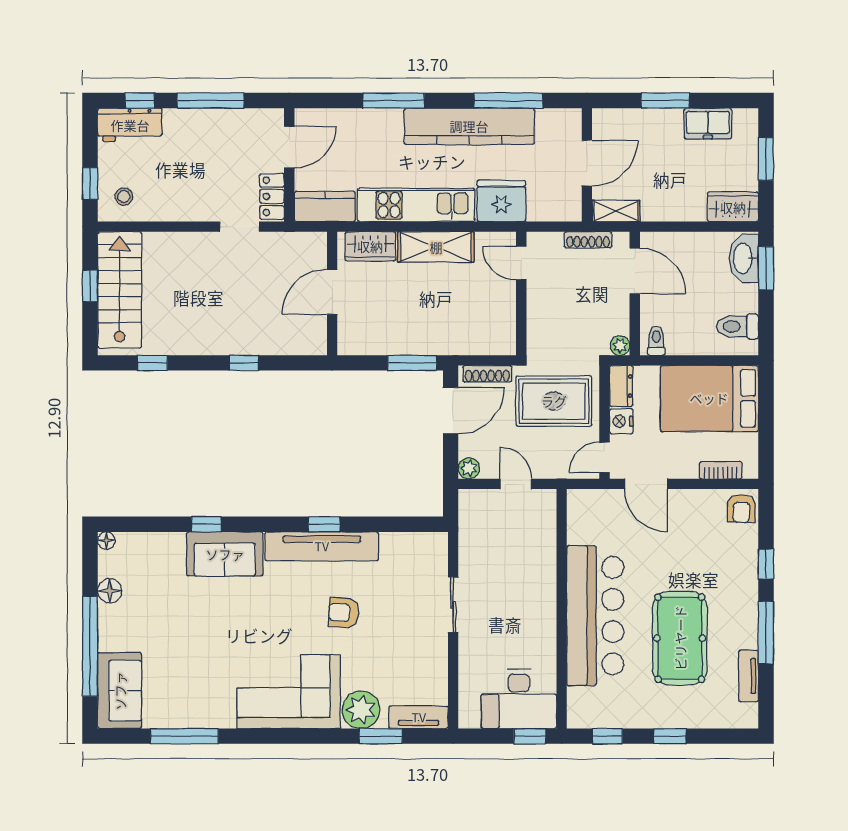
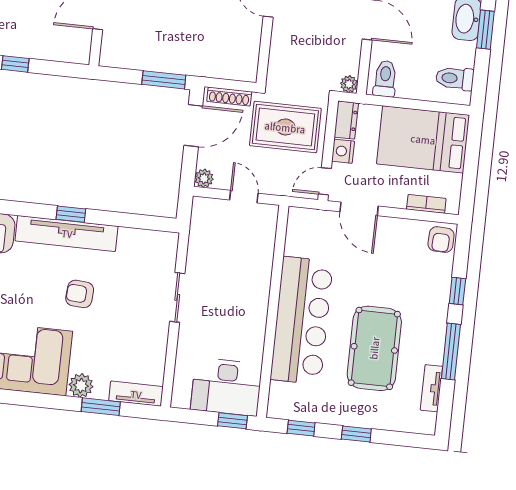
toilet: (656, 341) -> (385, 79), width x1.37, depth x1.39
plant: (361, 710) -> (81, 386), width x0.73, depth x0.73

